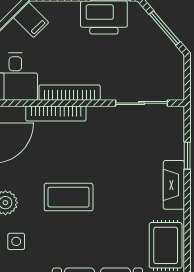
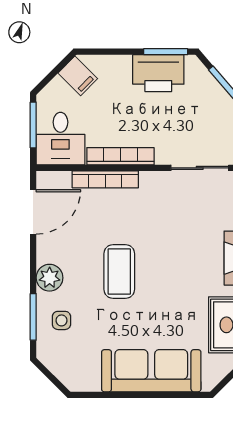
coffee table: (69, 197) -> (119, 272), turned 90

